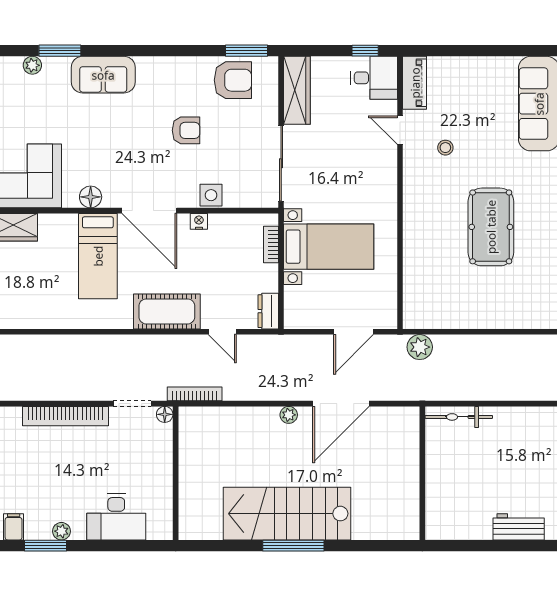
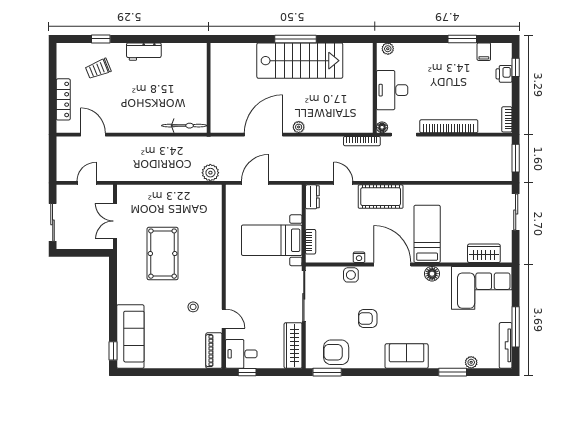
sofa: (103, 75) -> (407, 356), moved
desk: (116, 517) -> (392, 90), moved, turned -90
plant: (61, 531) -> (388, 49), moved

